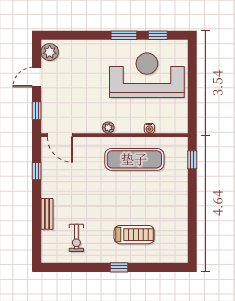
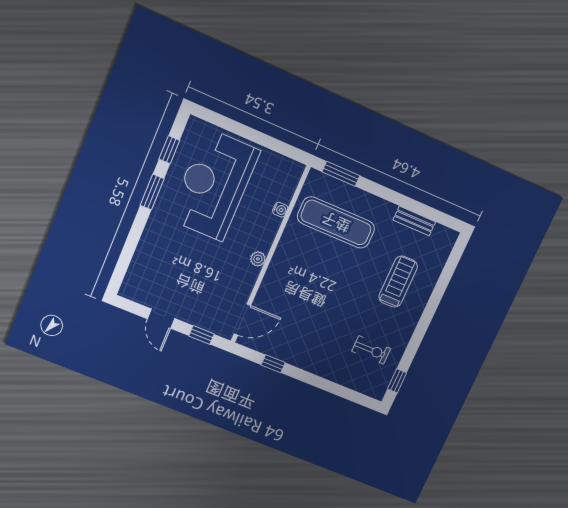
plant: (50, 52) -> (136, 291), removed
exercise mat: (134, 159) -> (336, 222), moved, turned 90
window: (192, 160) -> (341, 174), width x1.50
bench: (47, 214) -> (414, 221), moved
window: (119, 267) -> (397, 381), moved

